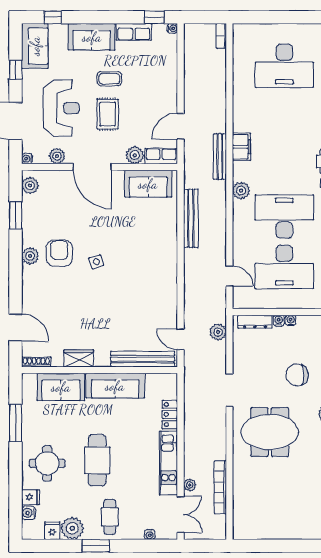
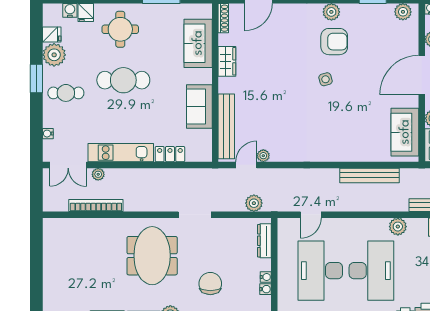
water cooler: (279, 321) -> (265, 289), moved
plant: (171, 323) -> (263, 156), added
sofa: (115, 386) -> (199, 107), width x0.73

